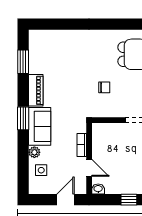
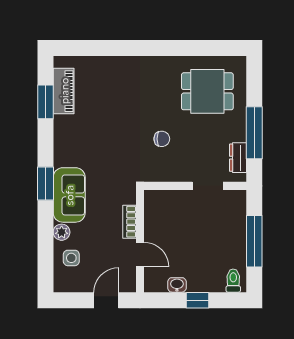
piano: (36, 90) -> (64, 91), moved
washbasin: (98, 189) -> (177, 285), moved

